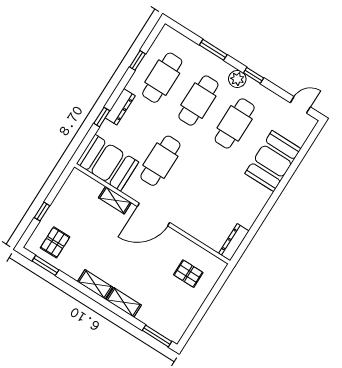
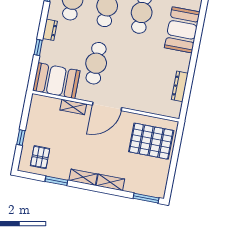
dresser: (120, 107) -> (50, 30), width x0.70
dresser: (234, 242) -> (180, 86), moved
window: (46, 265) -> (56, 181), moved
pallet: (188, 274) -> (151, 141), width x2.05, depth x2.00

